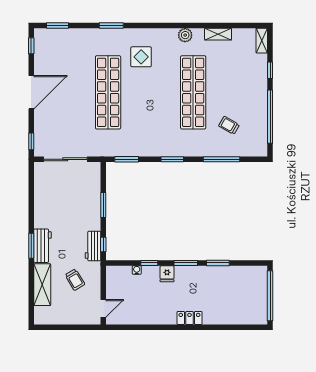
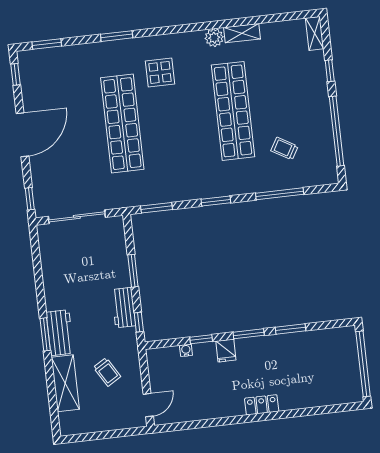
shelving: (218, 34) -> (242, 33), moved
workbench: (93, 246) -> (124, 308), moved

